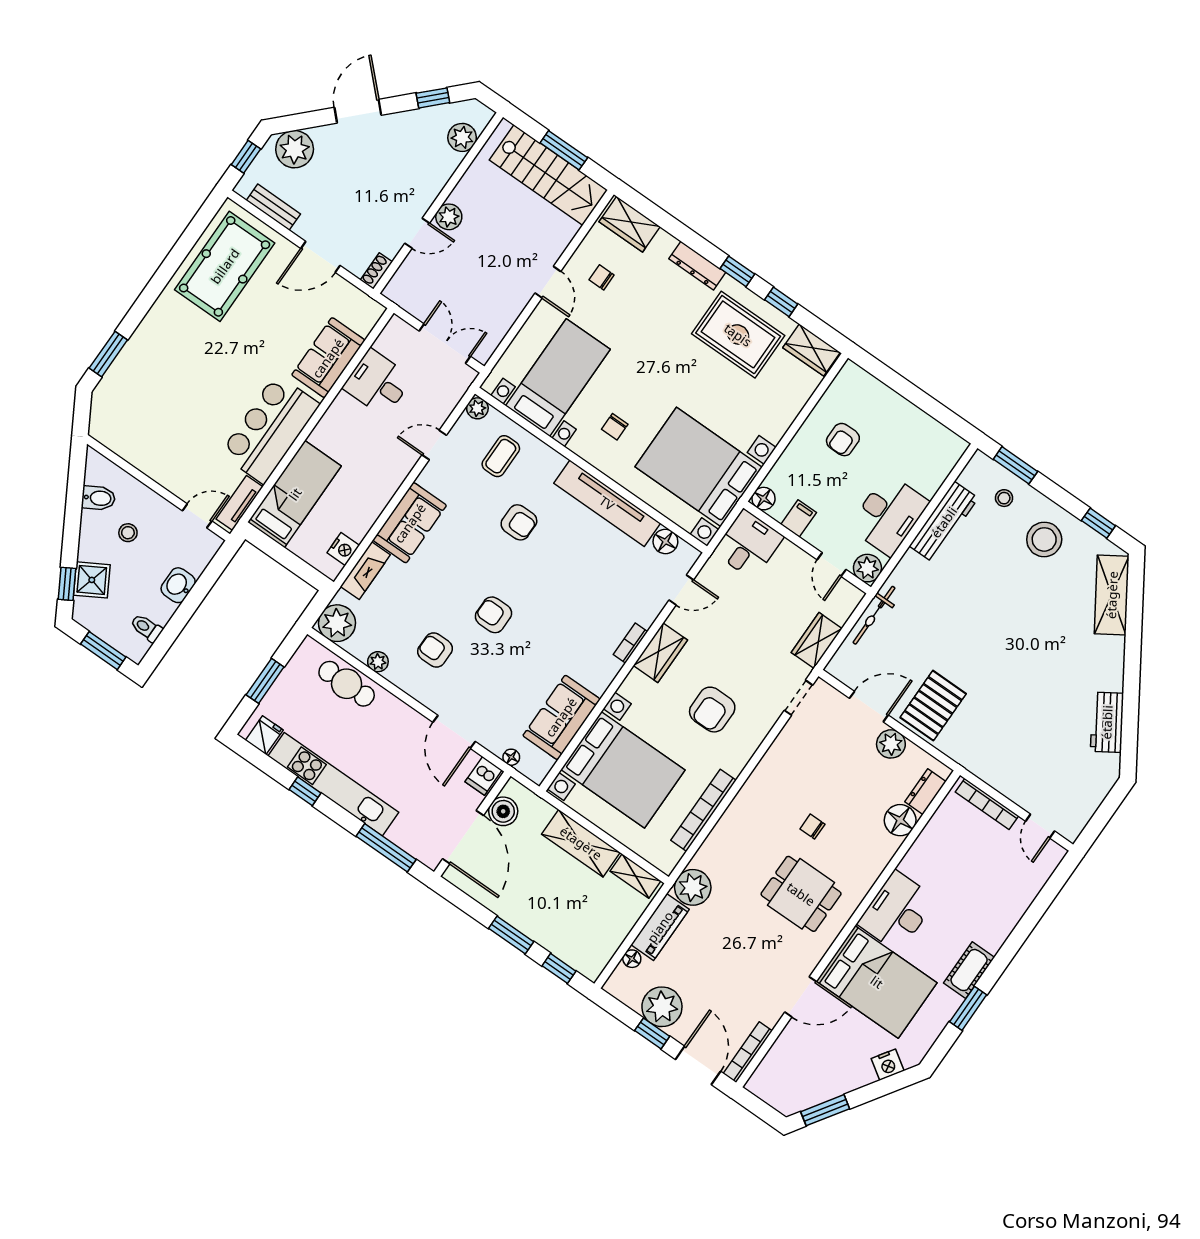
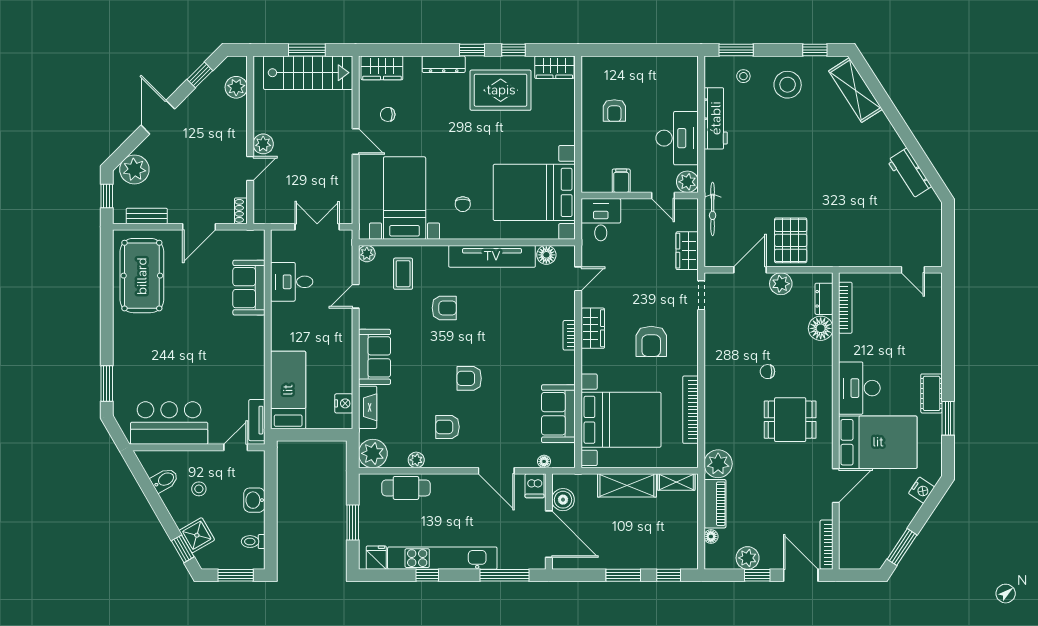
bar counter: (270, 429) -> (169, 423), moved, turned 90
floor lamp: (764, 499) -> (590, 184), removed
bookcase: (987, 804) -> (845, 308), moved, turned -90
plant: (662, 1007) -> (748, 558), width x0.73, depth x0.73

